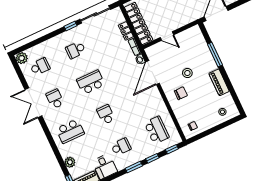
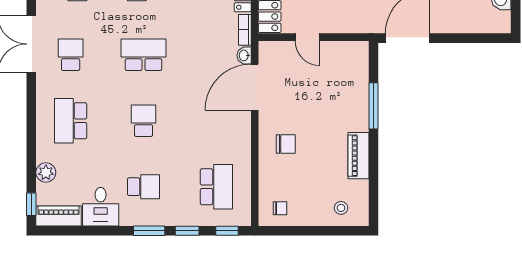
stool: (187, 73) -> (313, 115), removed
school desk: (70, 131) -> (71, 121), turned 90

